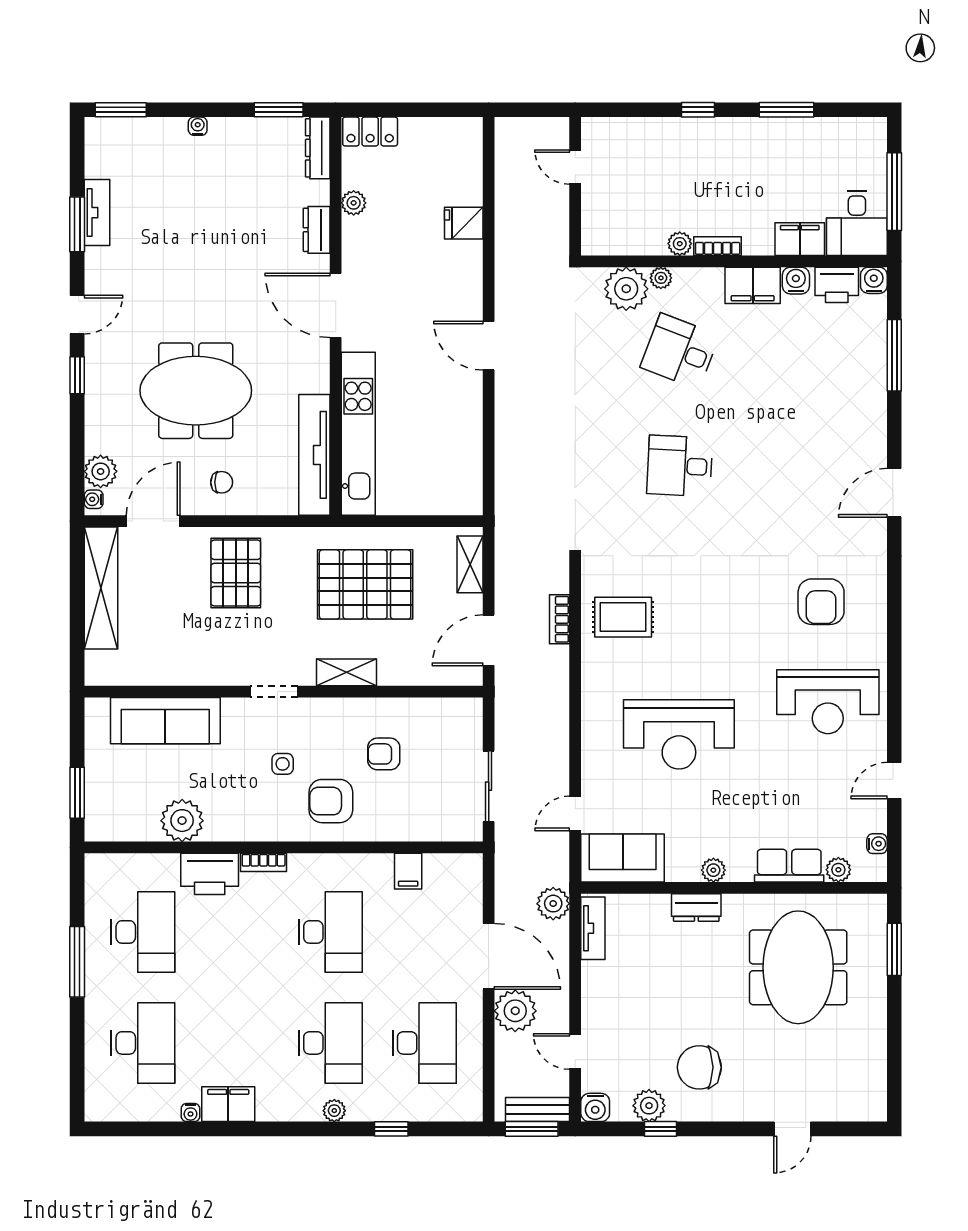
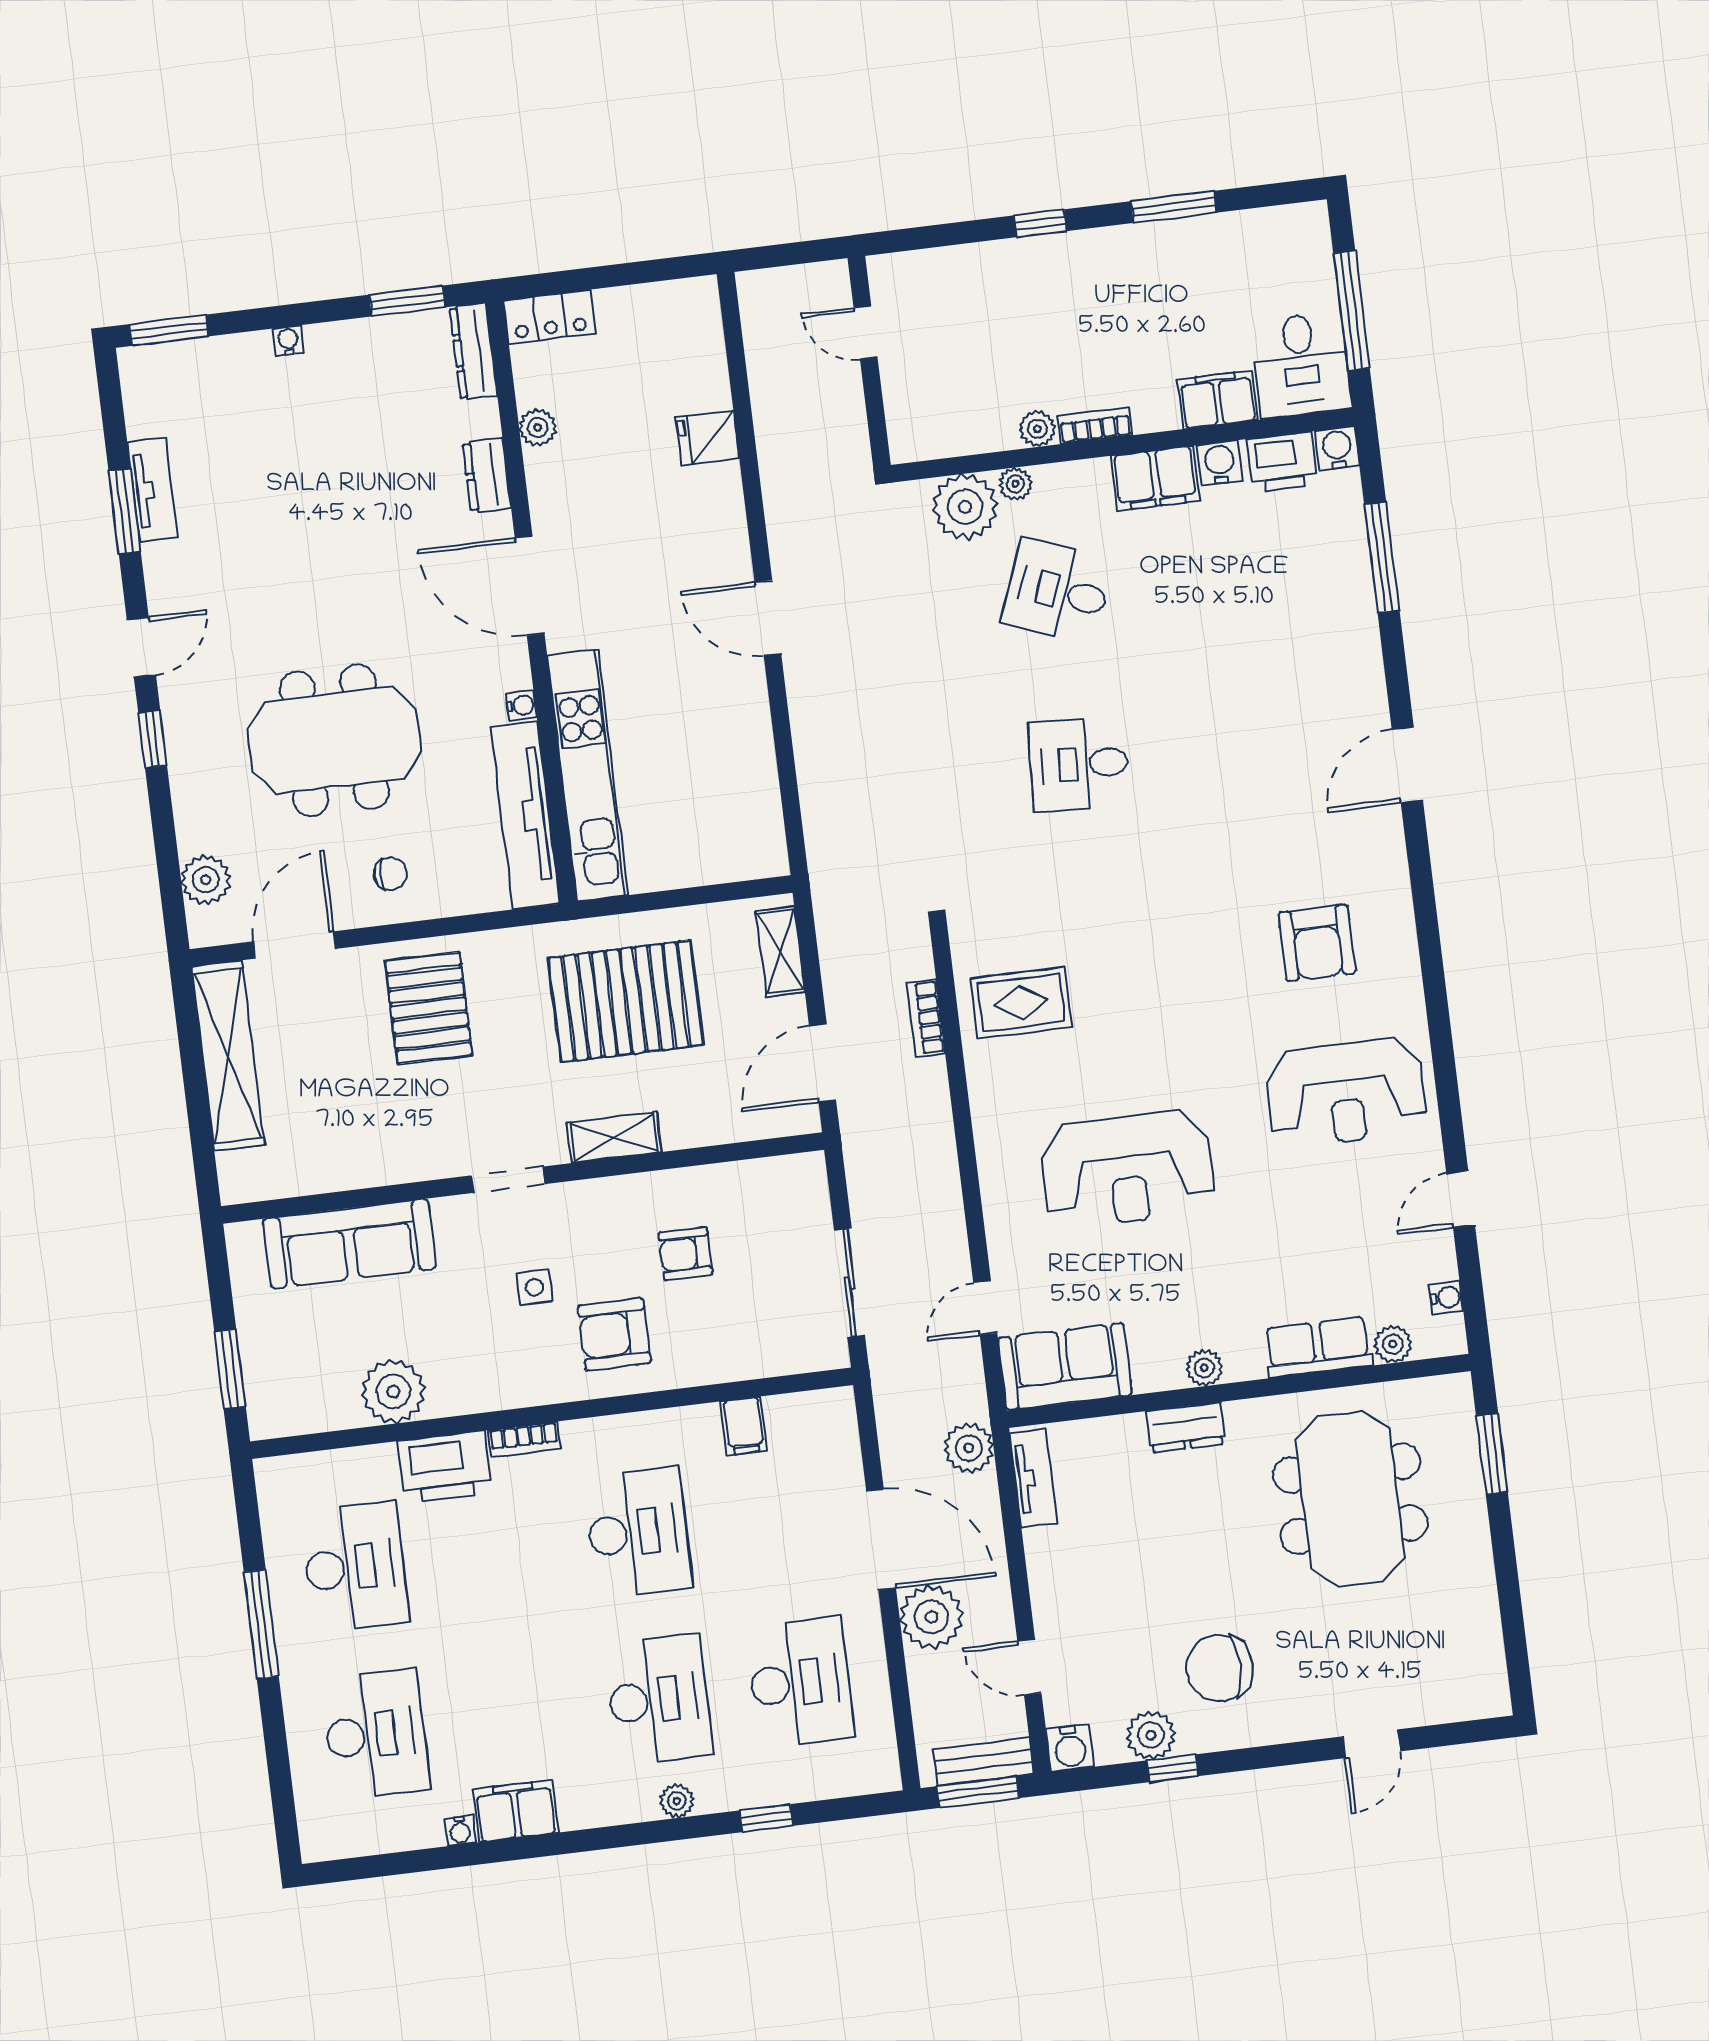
water cooler: (94, 499) -> (521, 705), moved, turned 180

